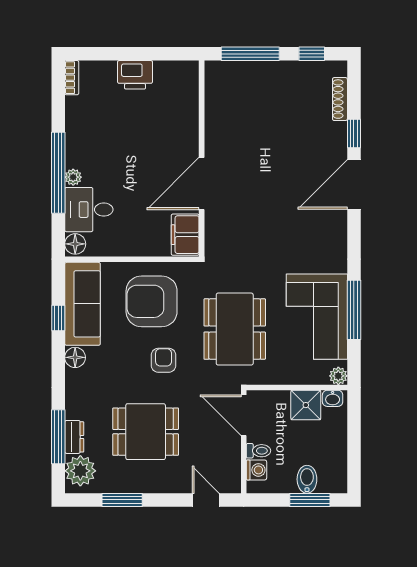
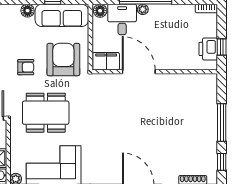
window: (132, 54) -> (222, 47), added
wall: (202, 158) -> (155, 72), moved
door: (202, 184) -> (139, 72), moved
filing cabinet: (185, 235) -> (106, 61), moved

